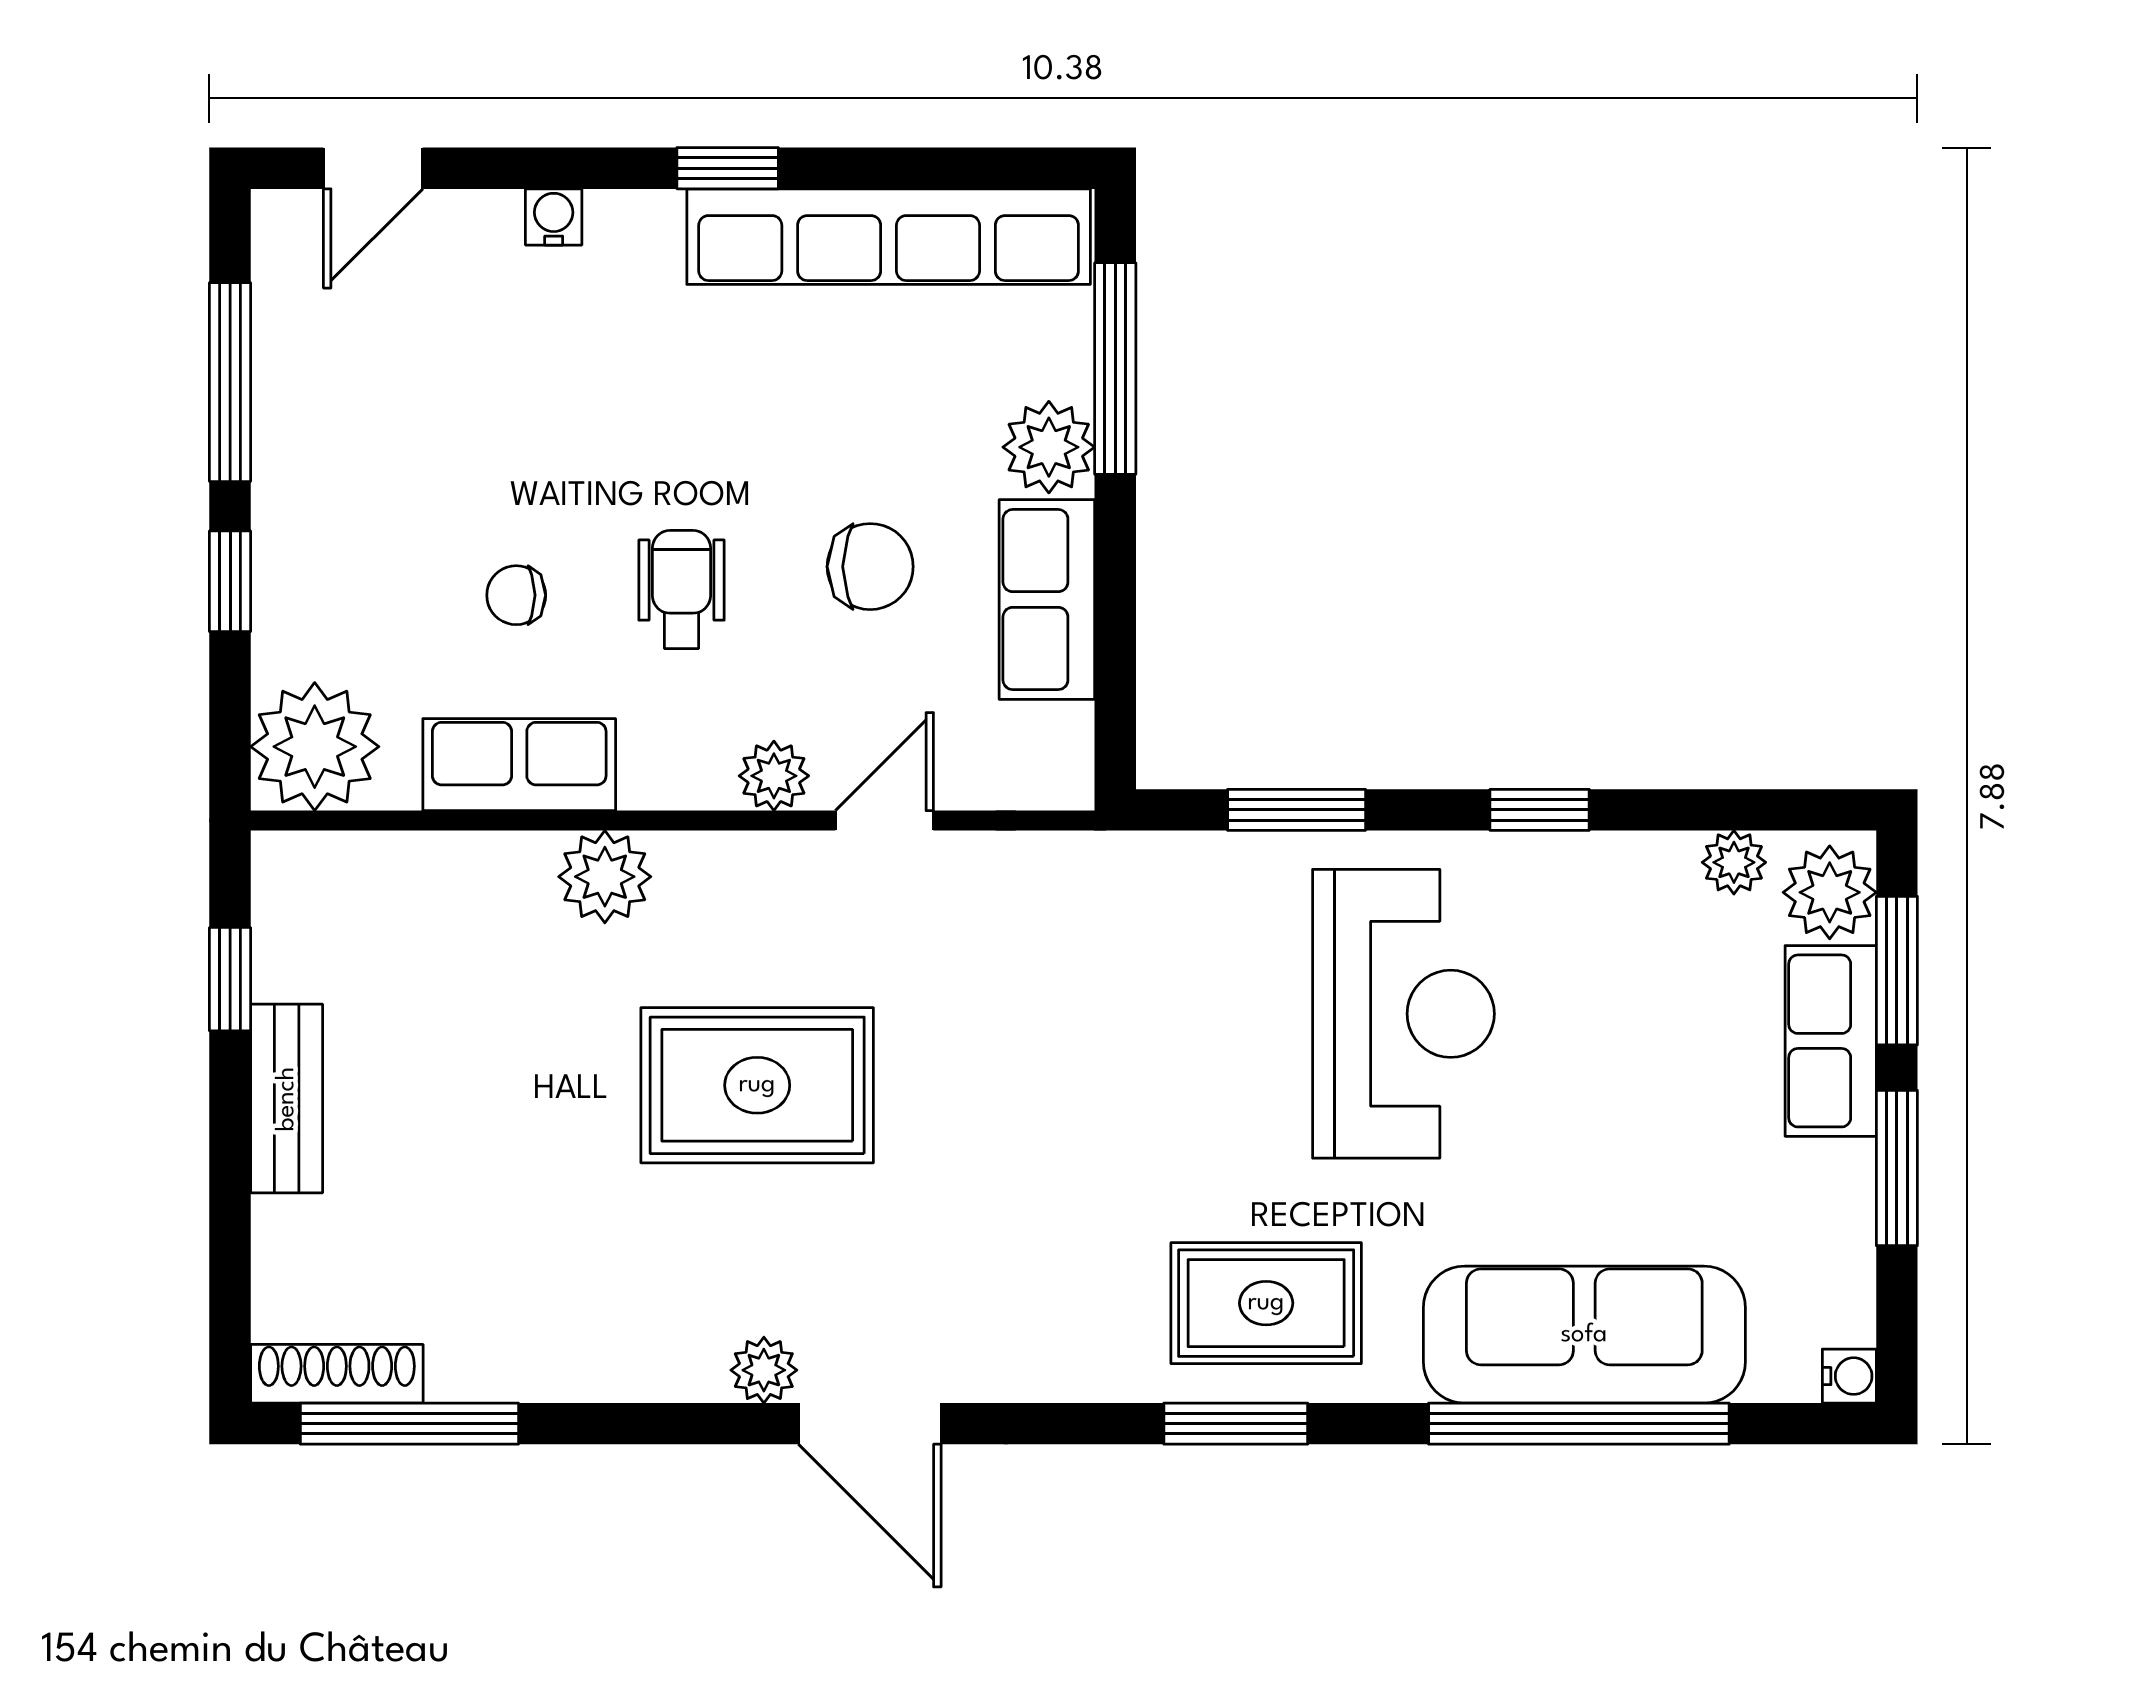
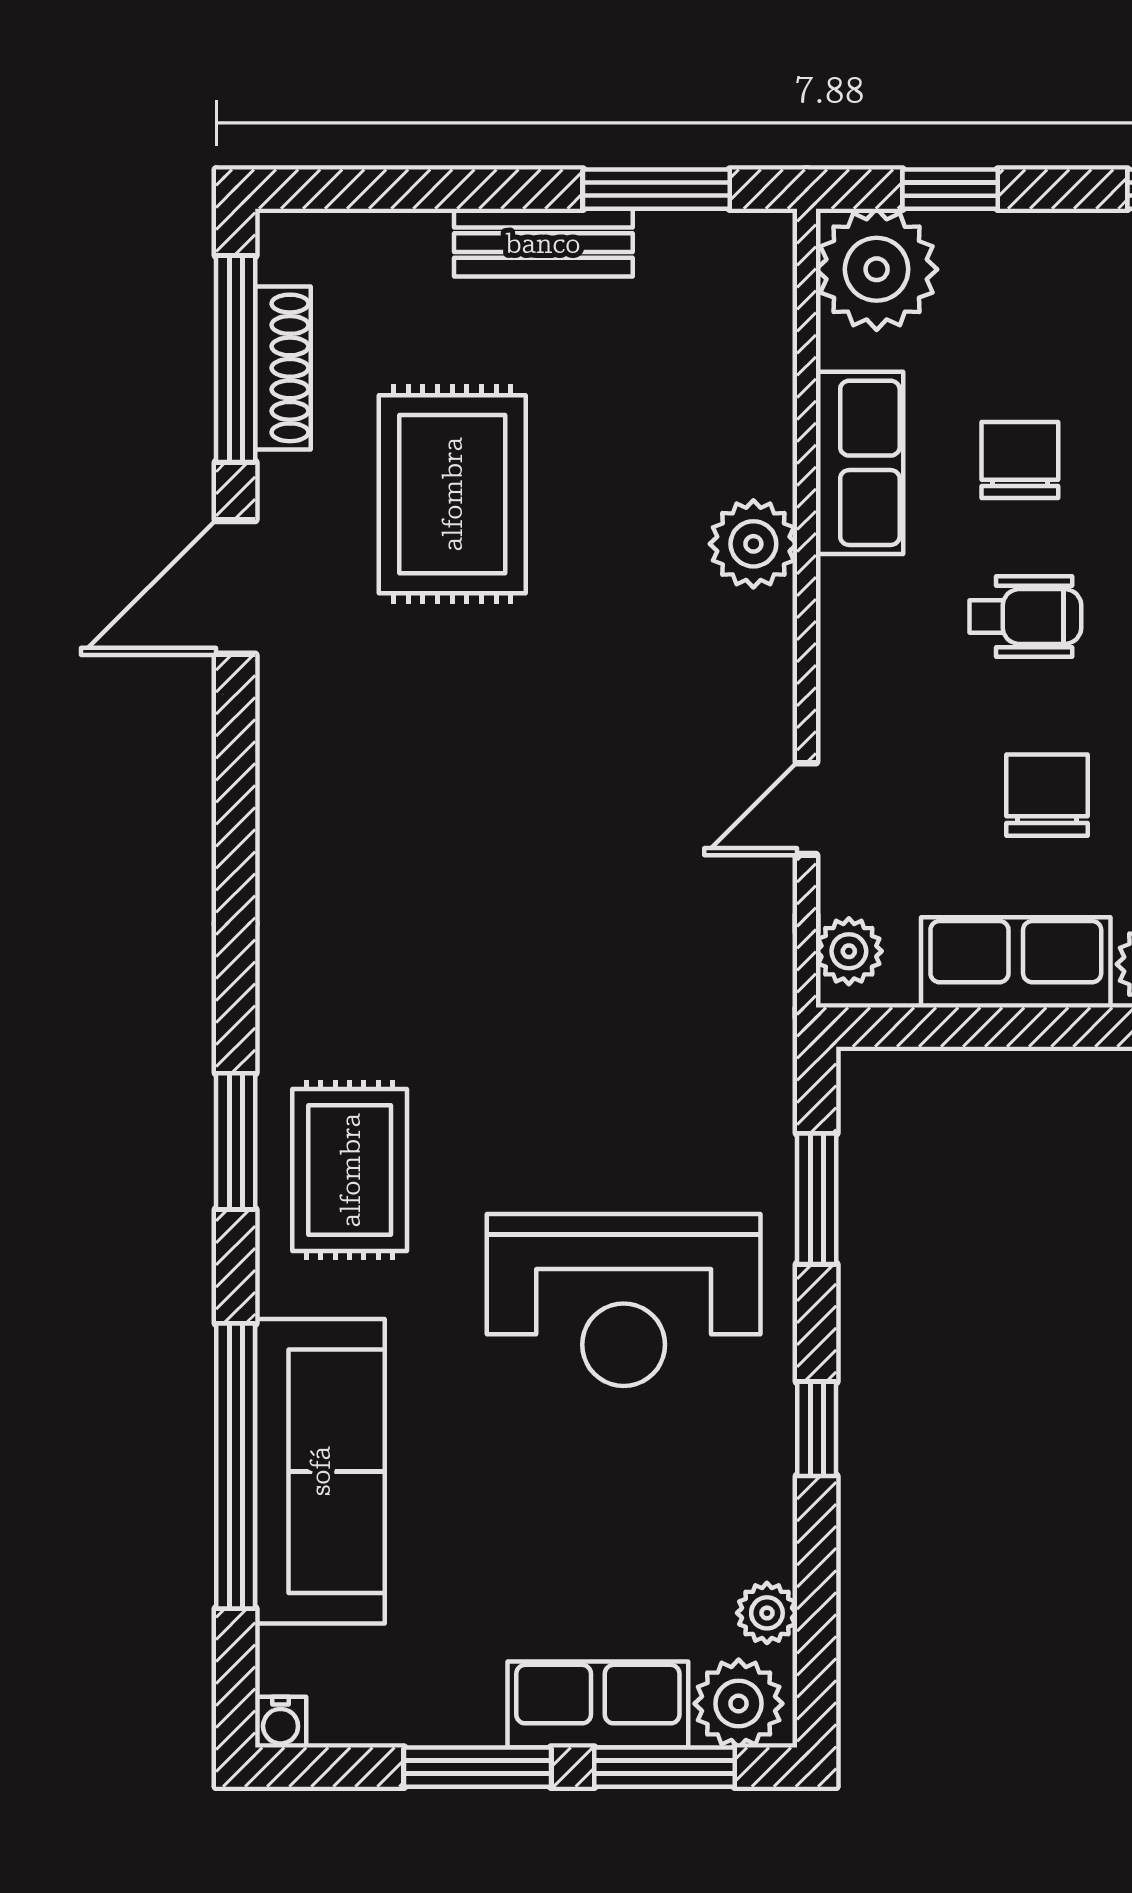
chair: (870, 567) -> (1047, 795), turned 180
window: (230, 581) -> (950, 189), moved
chair: (516, 595) -> (1020, 460), width x1.37, depth x1.37
plant: (774, 776) -> (849, 951), moved
door: (884, 821) -> (806, 809), swing flipped
window: (230, 979) -> (656, 189), width x1.50
rug: (757, 1085) -> (452, 494), moved
plant: (764, 1370) -> (286, 694), removed
shoe rack: (337, 1374) -> (283, 368), moved
door: (870, 1424) -> (236, 587), moved

